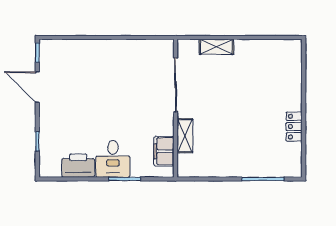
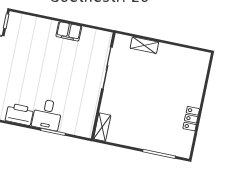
shelving: (185, 136) -> (102, 127), moved
filing cabinet: (164, 151) -> (69, 31), moved, turned -90

